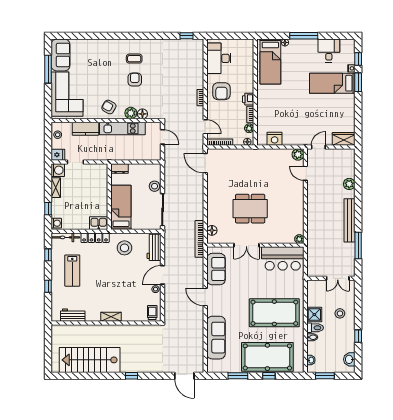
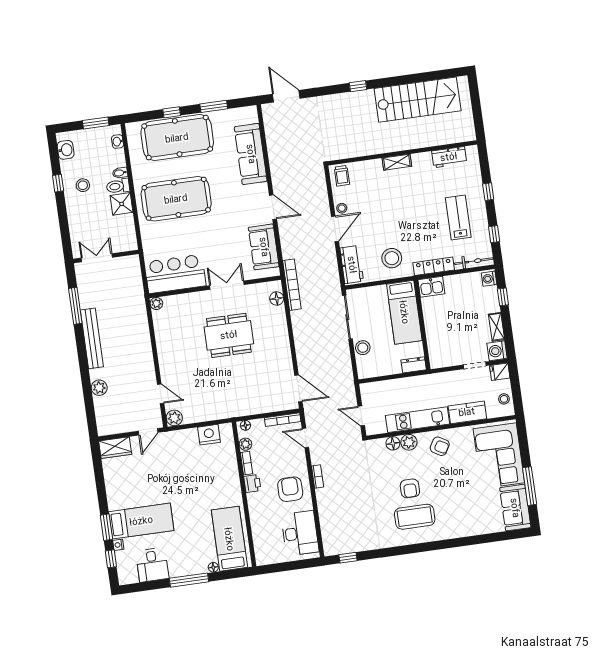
coffee table: (134, 59) -> (415, 517), width x1.86, depth x1.72
stool: (340, 313) -> (83, 185), moved

